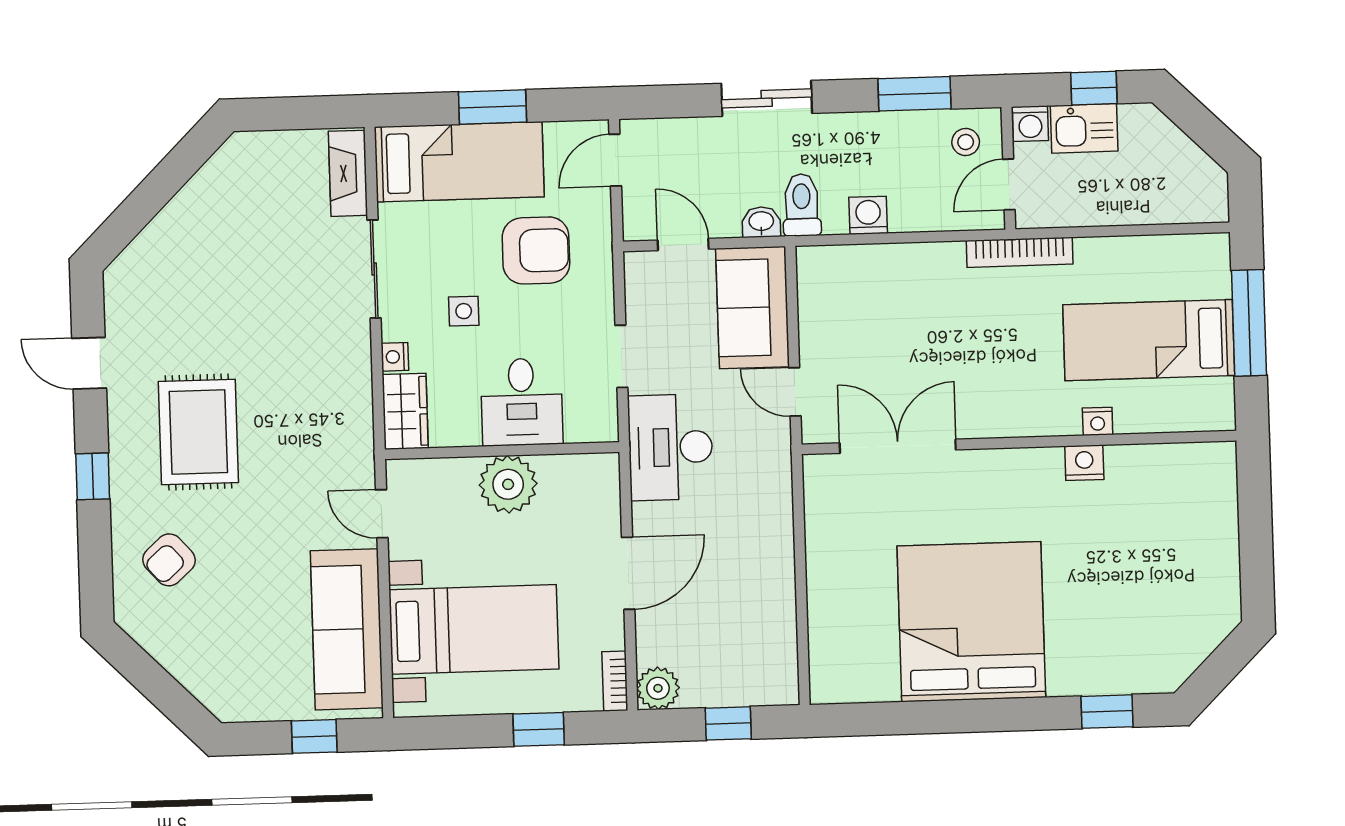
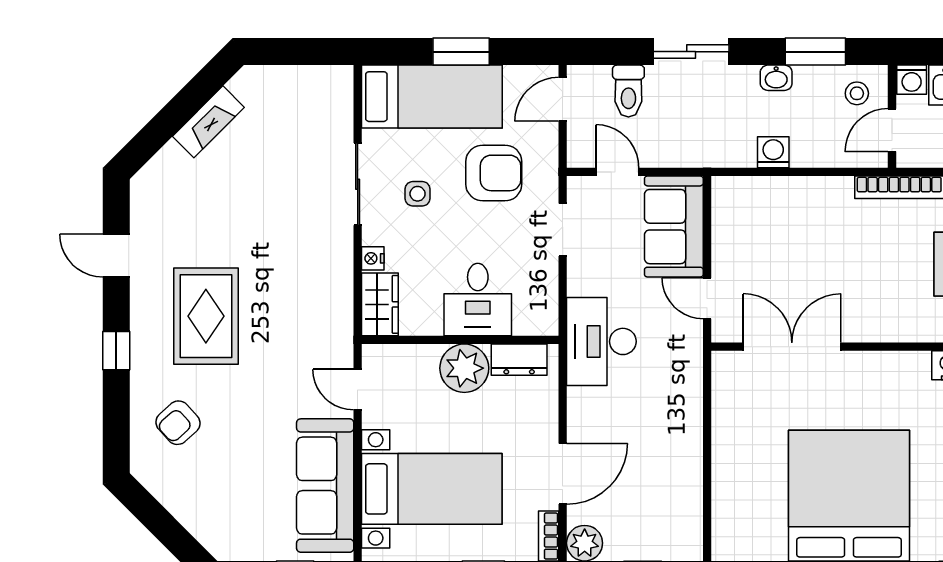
fireplace: (348, 173) -> (208, 122), moved, turned -135
toilet: (802, 205) -> (628, 91), moved, turned 180
washbasin: (761, 222) -> (776, 78), moved, turned 180
side table: (464, 311) -> (418, 194), moved
doorway: (621, 356) -> (563, 230), moved
dresser: (573, 472) -> (519, 360), added
door: (628, 573) -> (563, 474), moved

